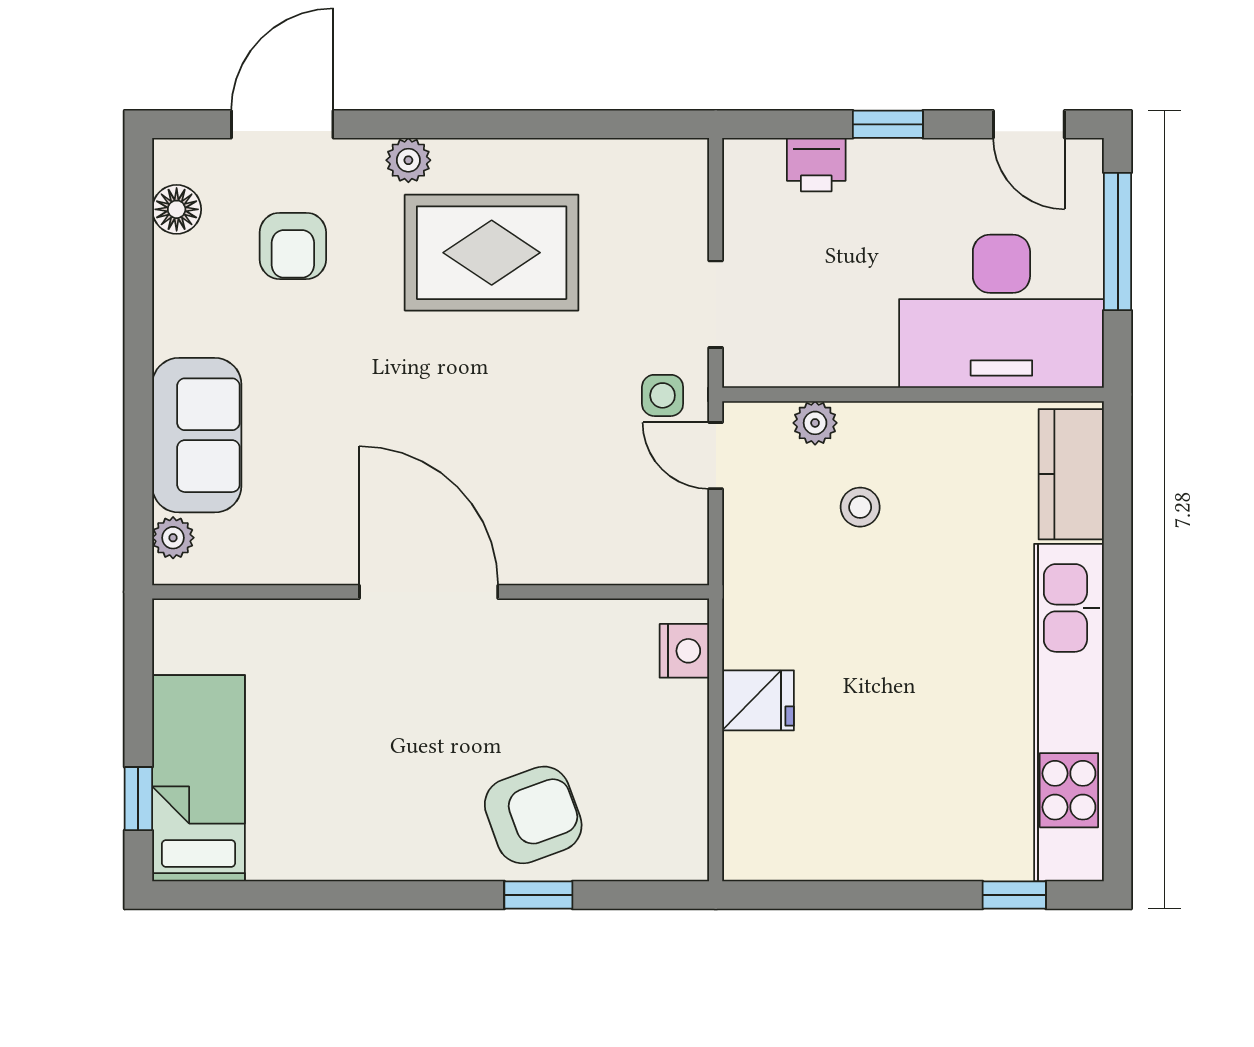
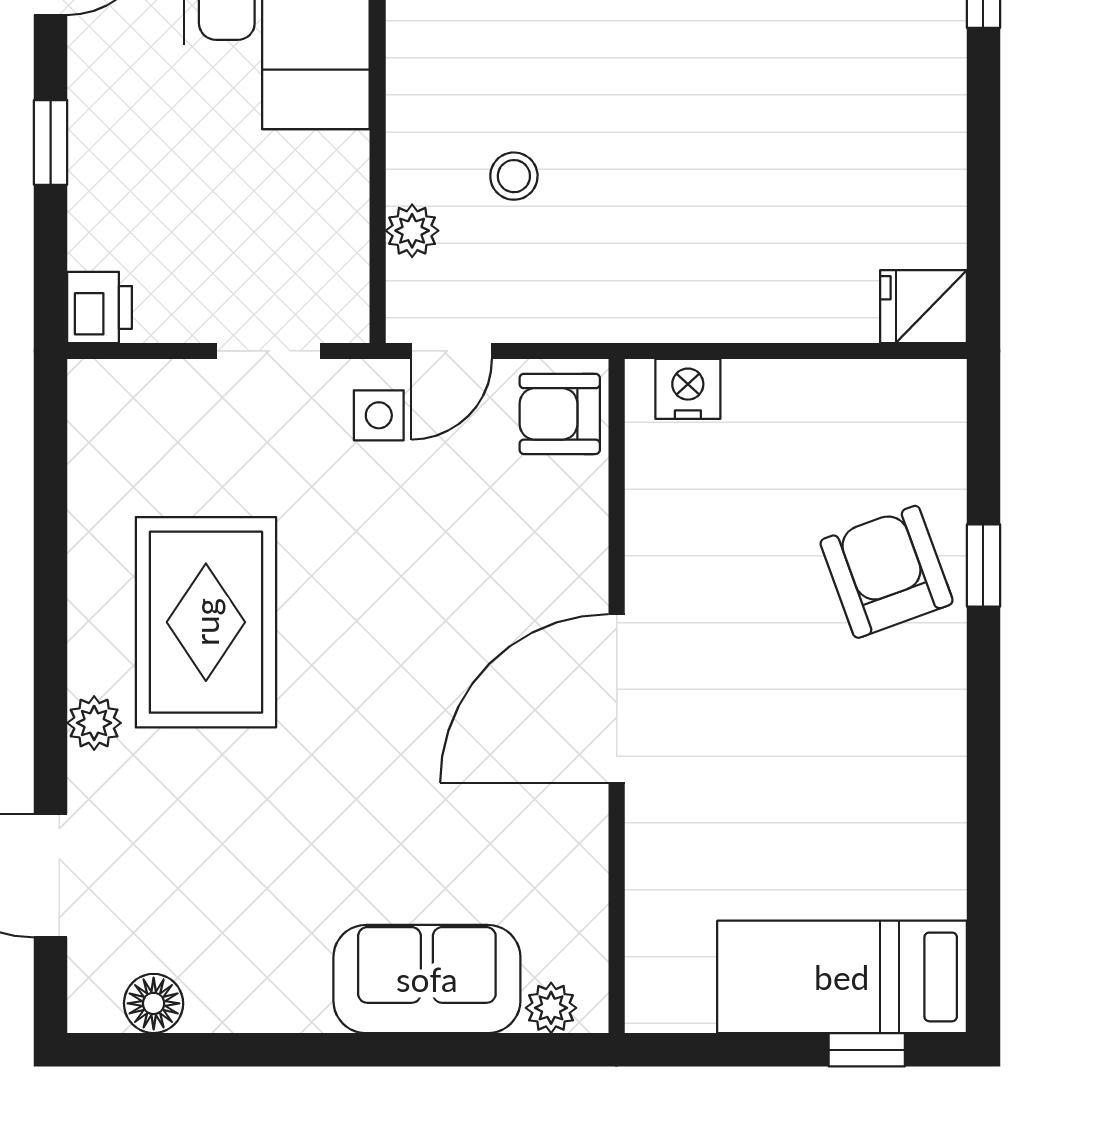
printer: (816, 165) -> (100, 307), moved
armchair: (293, 246) -> (560, 414), moved, turned 180
fridge: (758, 700) -> (924, 307), moved, turned -90

